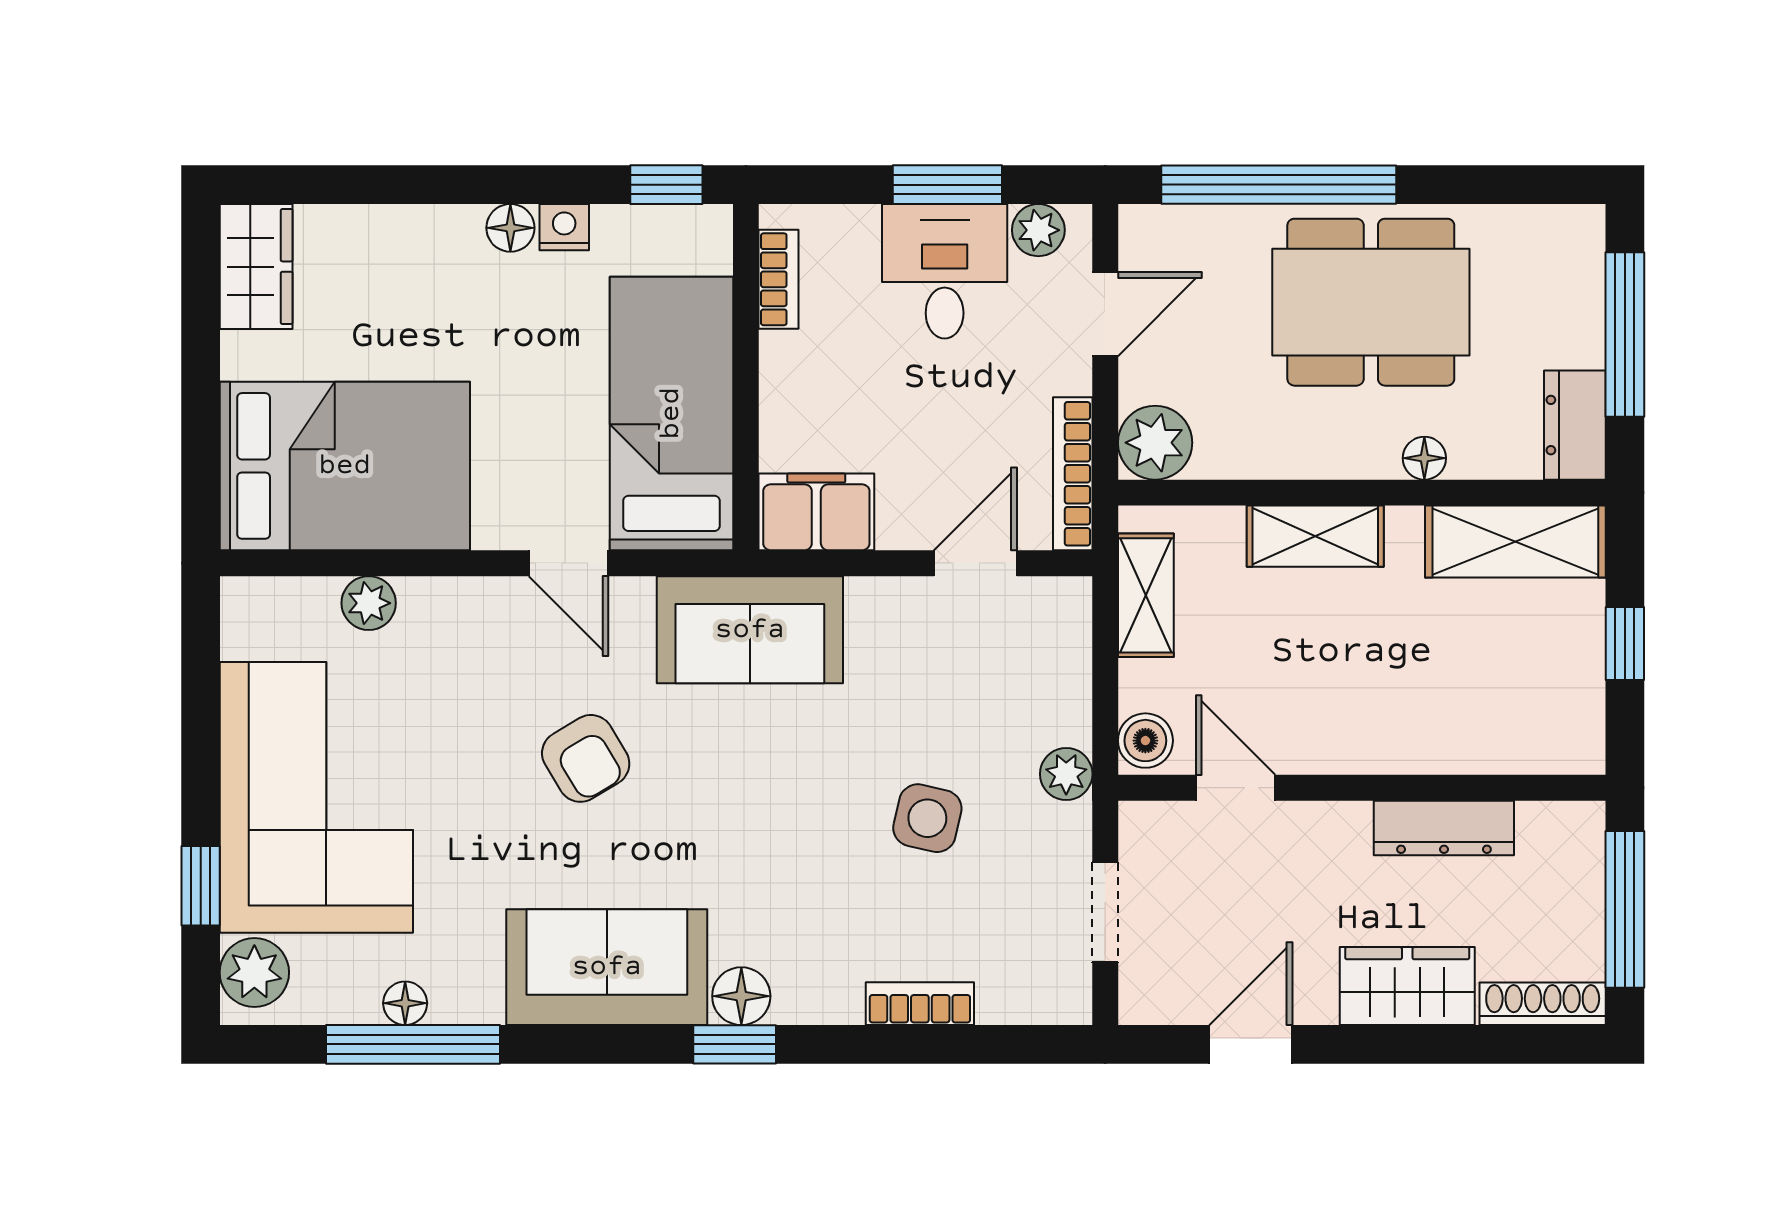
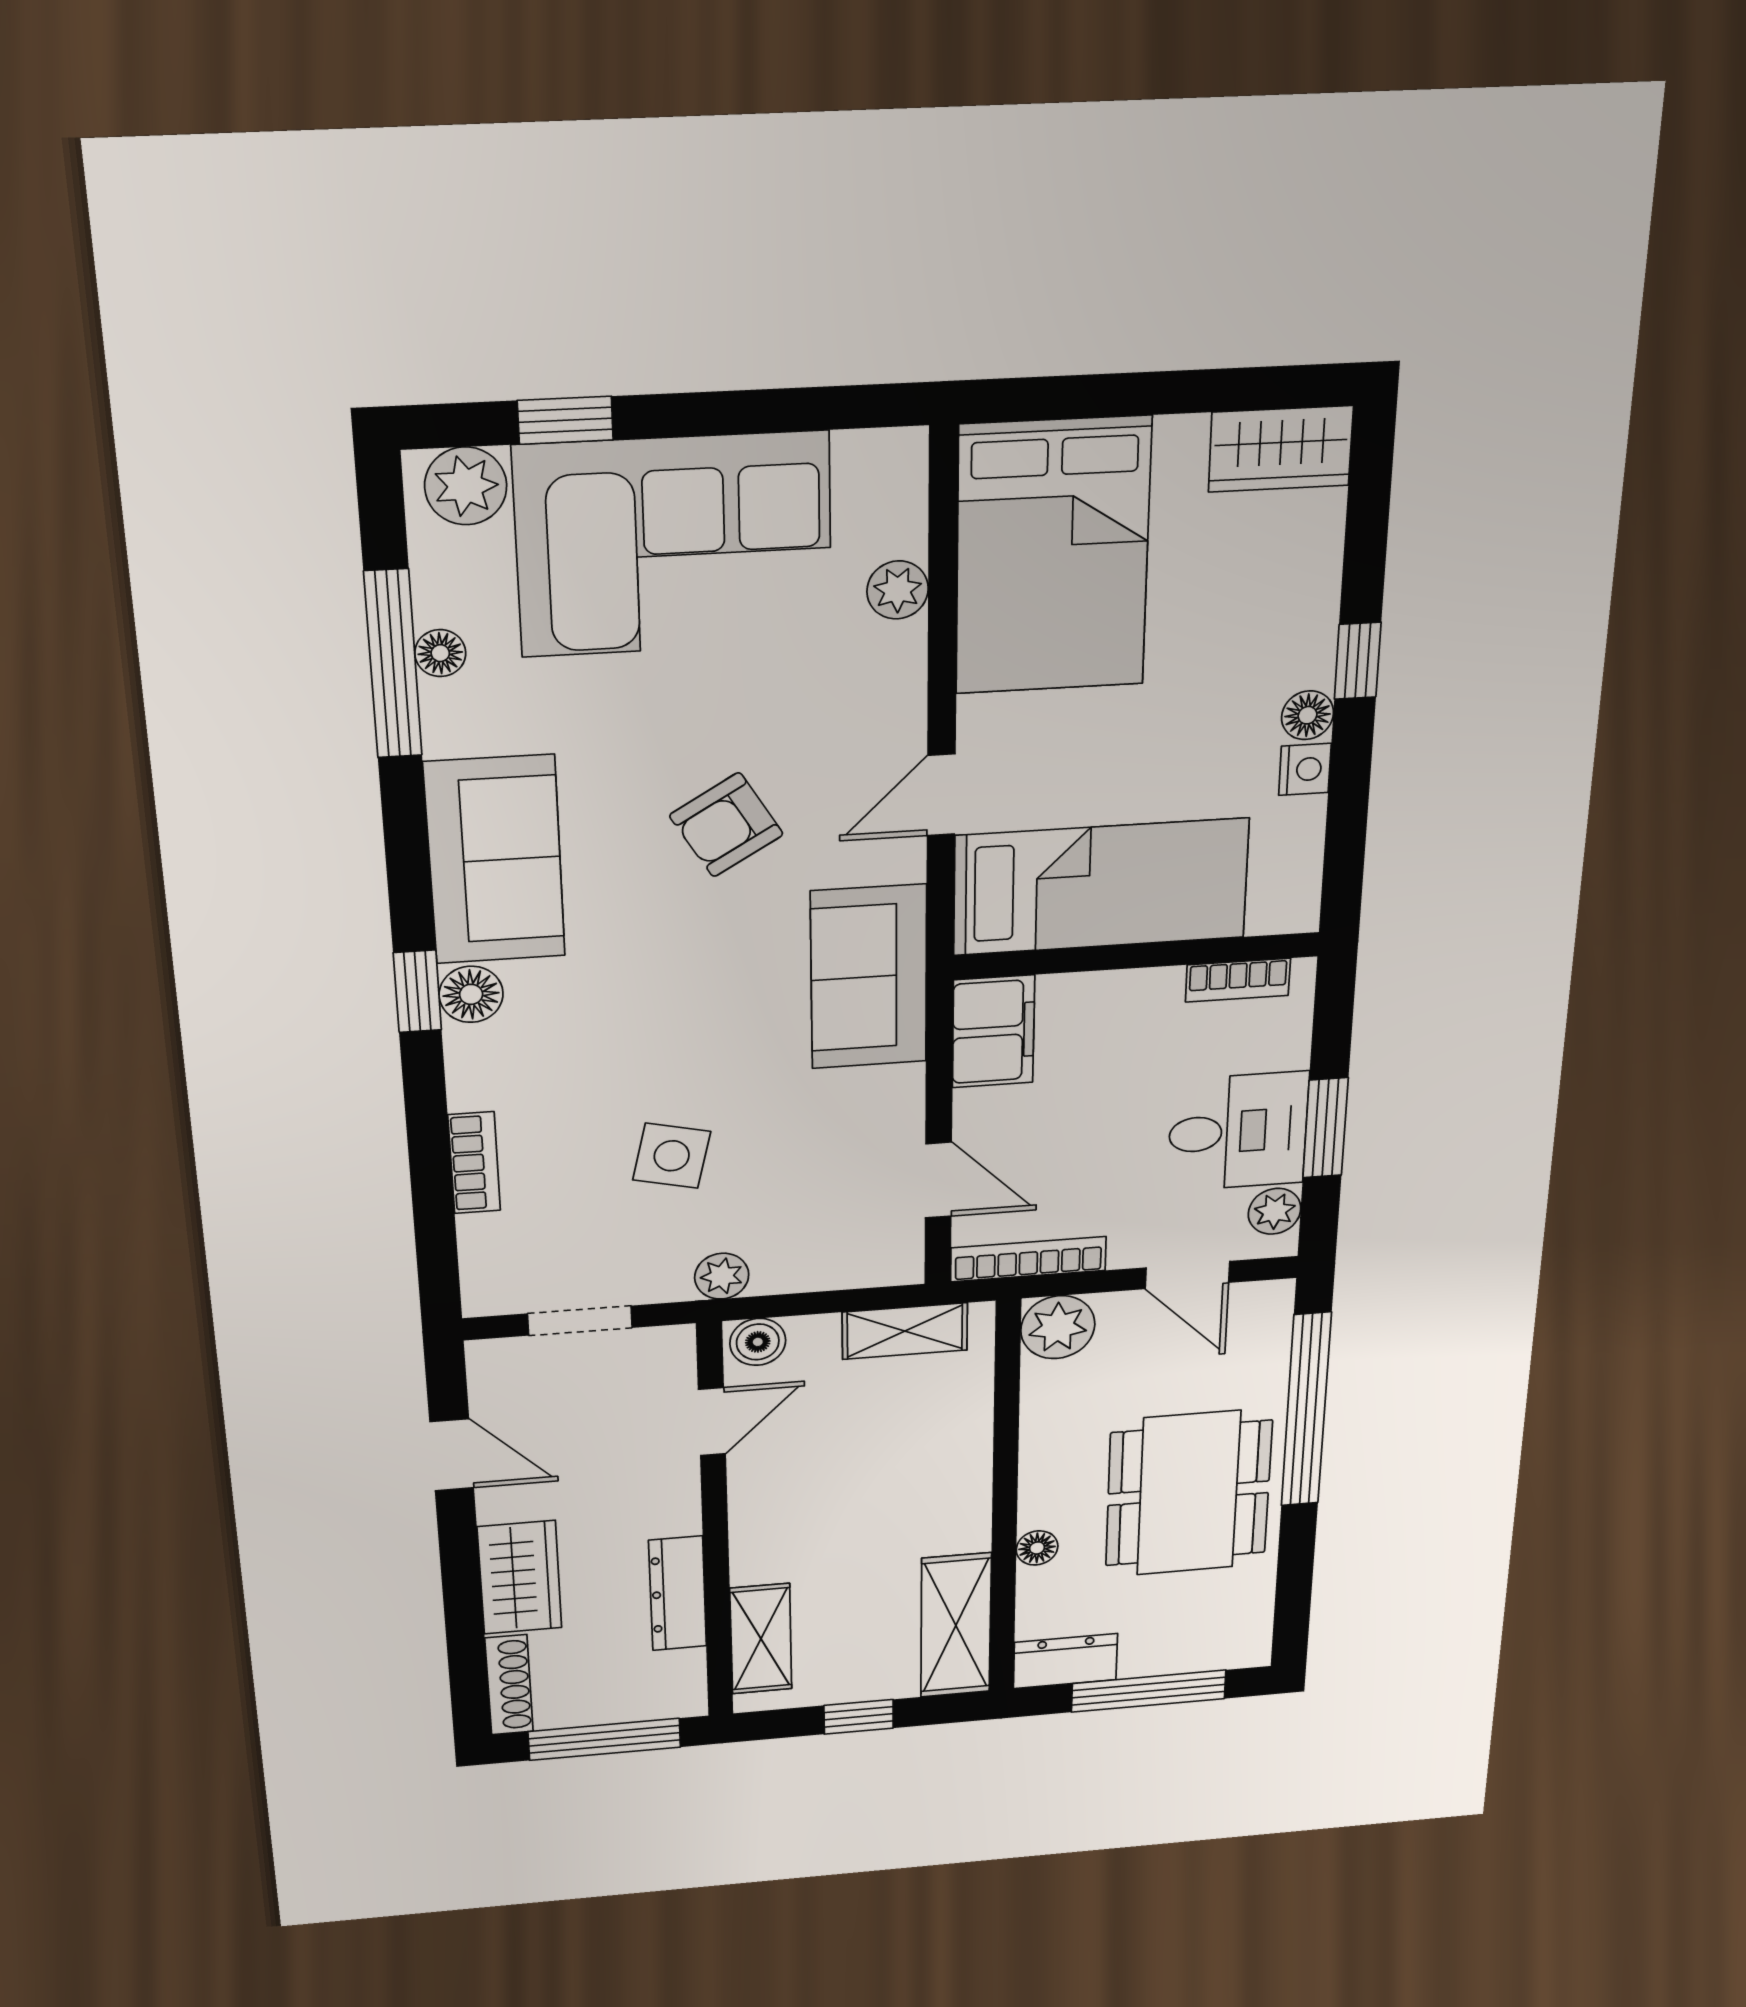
window: (666, 185) -> (1358, 661), moved
shelving: (1315, 536) -> (761, 1639), moved

